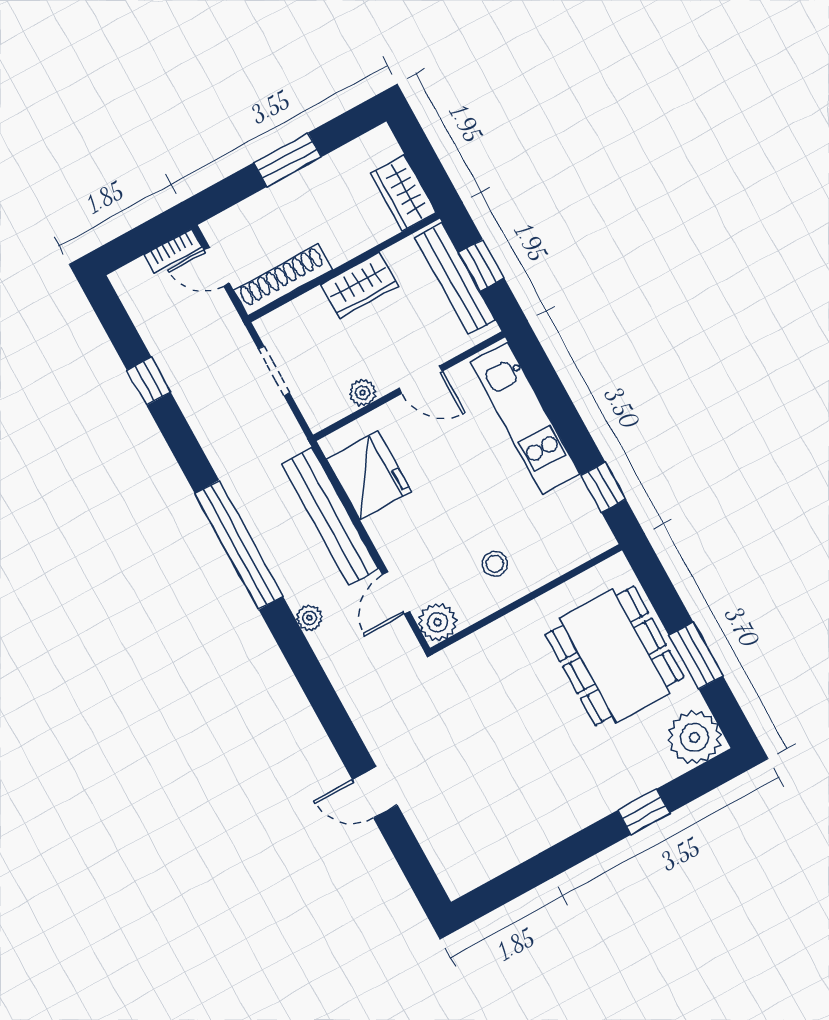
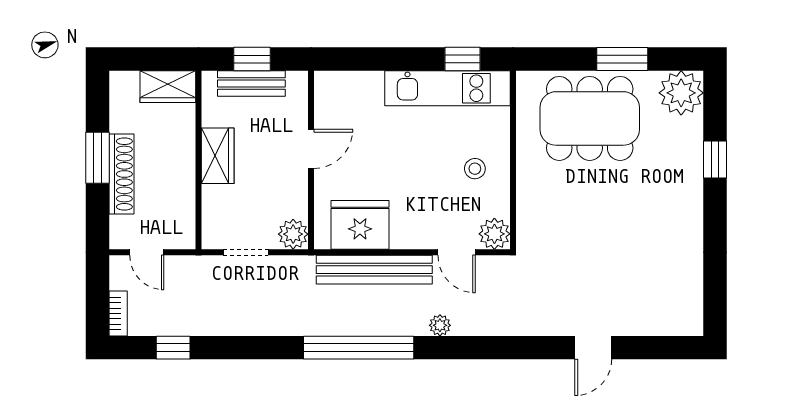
bookcase: (173, 251) -> (118, 313), moved
door: (217, 266) -> (147, 252), hinge flipped
bench: (455, 279) -> (251, 83), width x0.73
shoe rack: (283, 280) -> (121, 174), moved, turned 180
window: (149, 381) -> (173, 348), moved
plant: (363, 393) -> (293, 234), moved, width x1.38, depth x1.38
kitchen unit: (525, 418) -> (448, 88), moved

